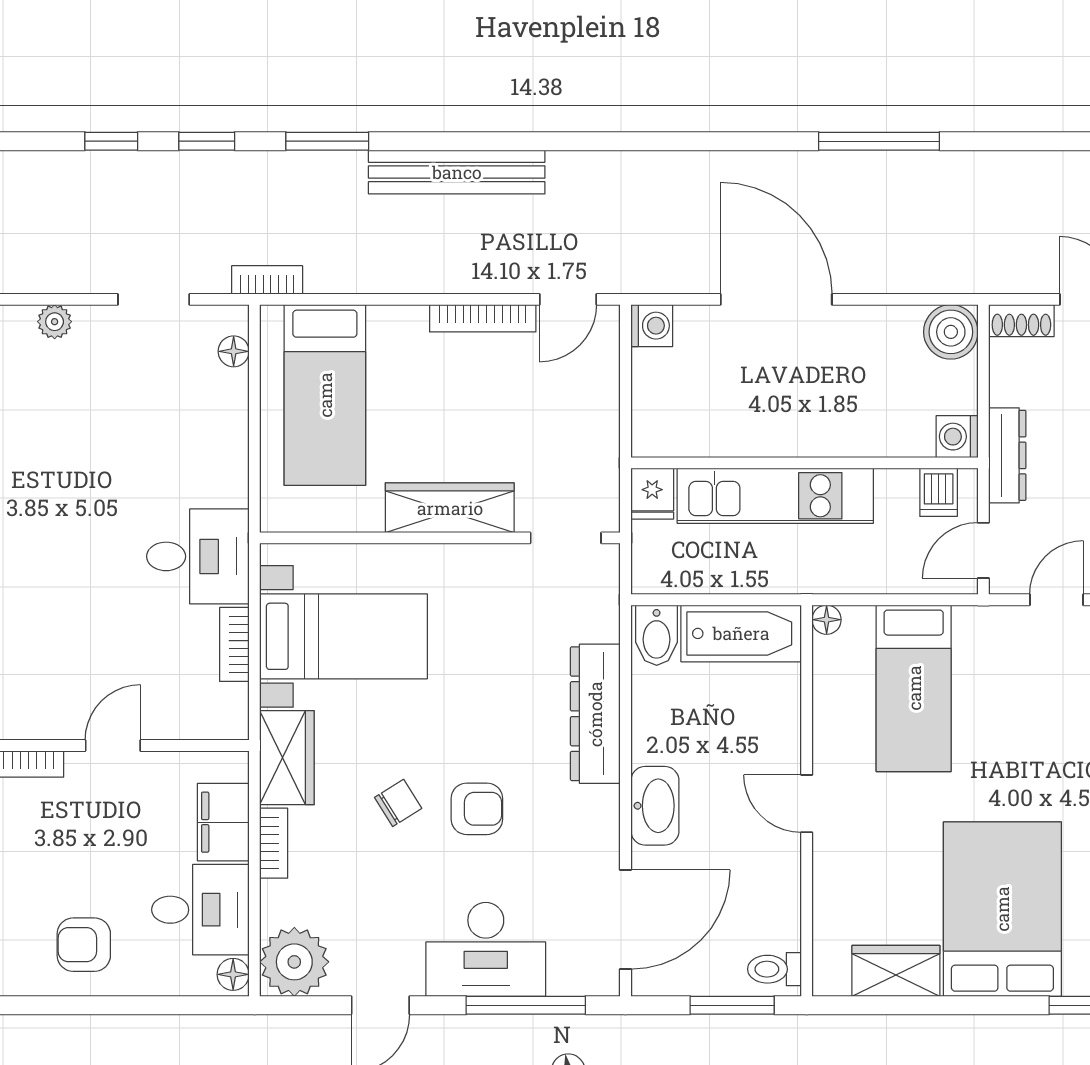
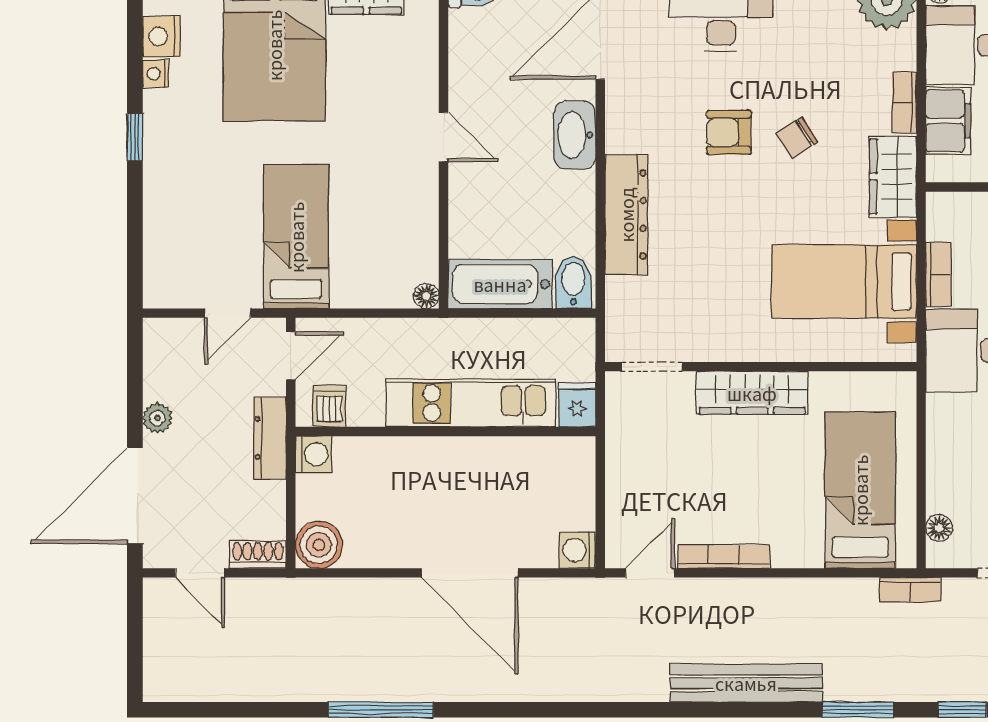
bed: (914, 688) -> (296, 237), moved

